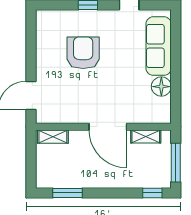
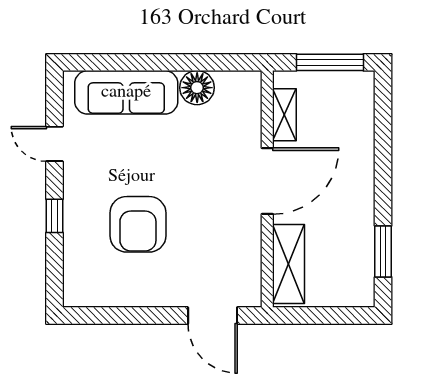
armchair: (83, 53) -> (138, 224), turned -90
shelving: (53, 137) -> (289, 264), width x1.50, depth x1.33
window: (152, 193) -> (383, 103), removed

